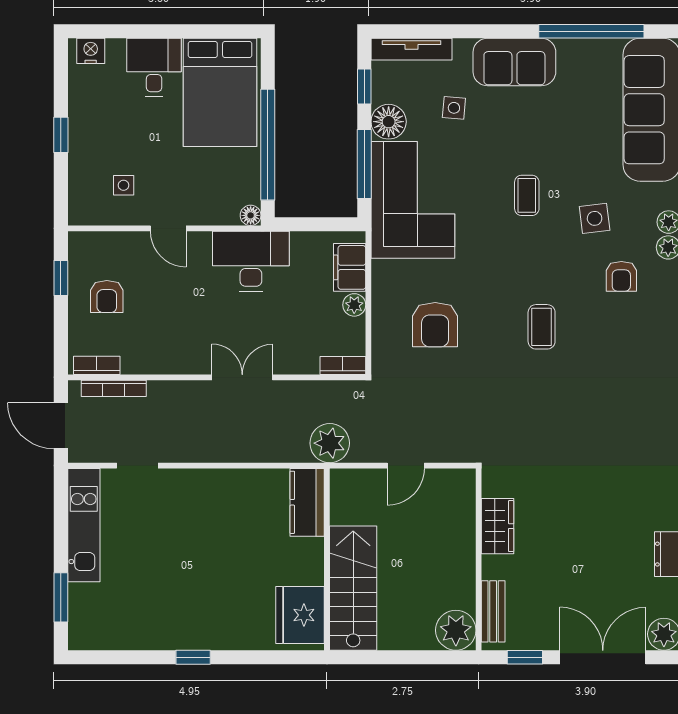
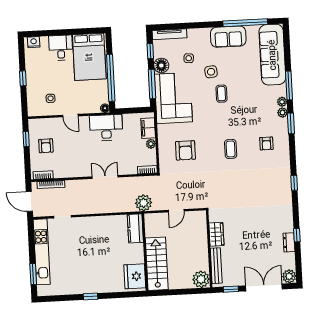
sofa: (514, 62) -> (228, 37), moved
side table: (595, 218) -> (211, 72), moved
armchair: (621, 276) -> (266, 143), moved
kitchen unit: (84, 525) -> (42, 252), width x1.36
bench: (493, 611) -> (216, 266), width x1.36

